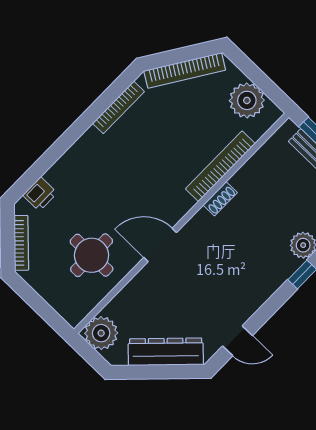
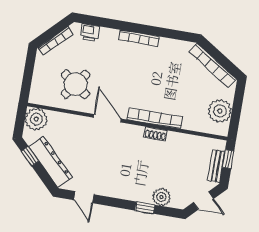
bookcase: (118, 107) -> (139, 38), moved
bookcase: (220, 166) -> (155, 118), moved
round table: (92, 255) -> (76, 84), turned 36
window: (141, 372) -> (30, 156), added

